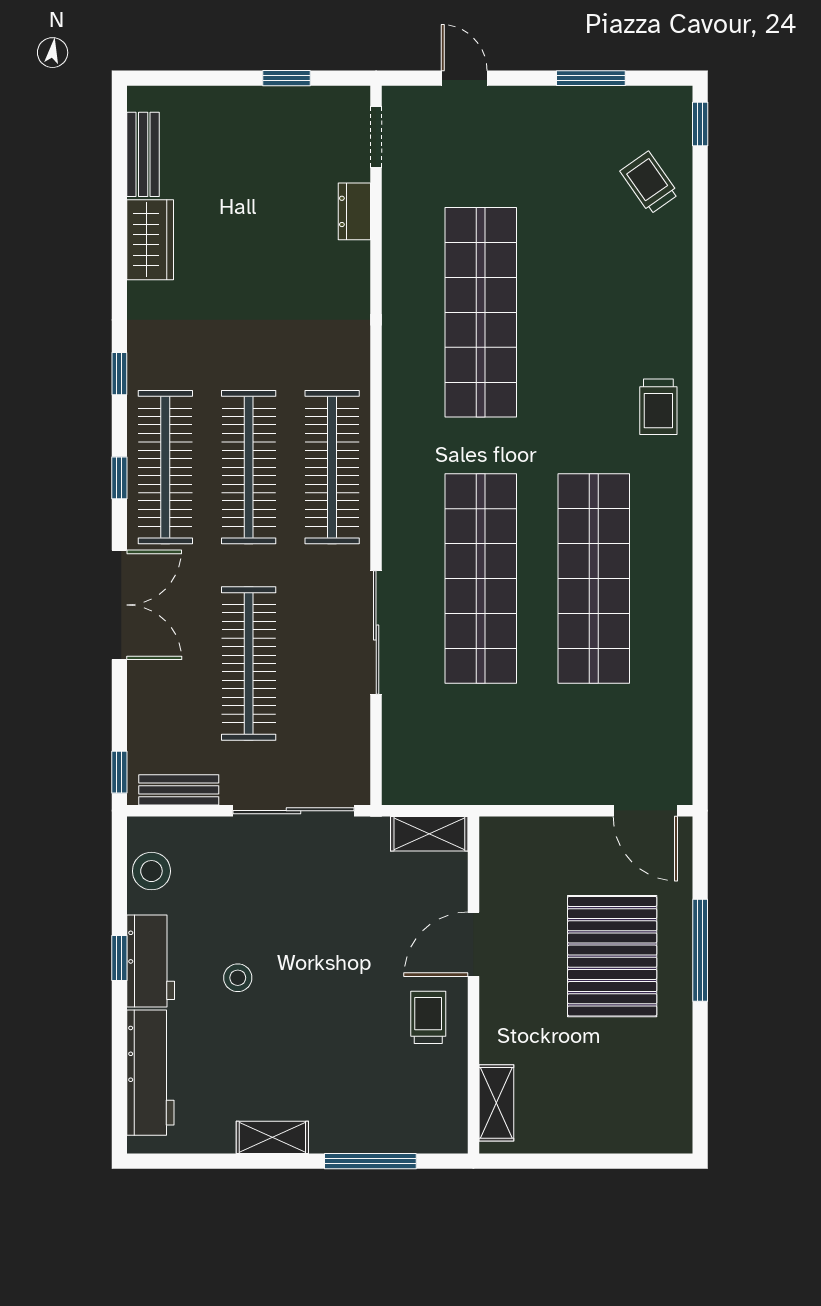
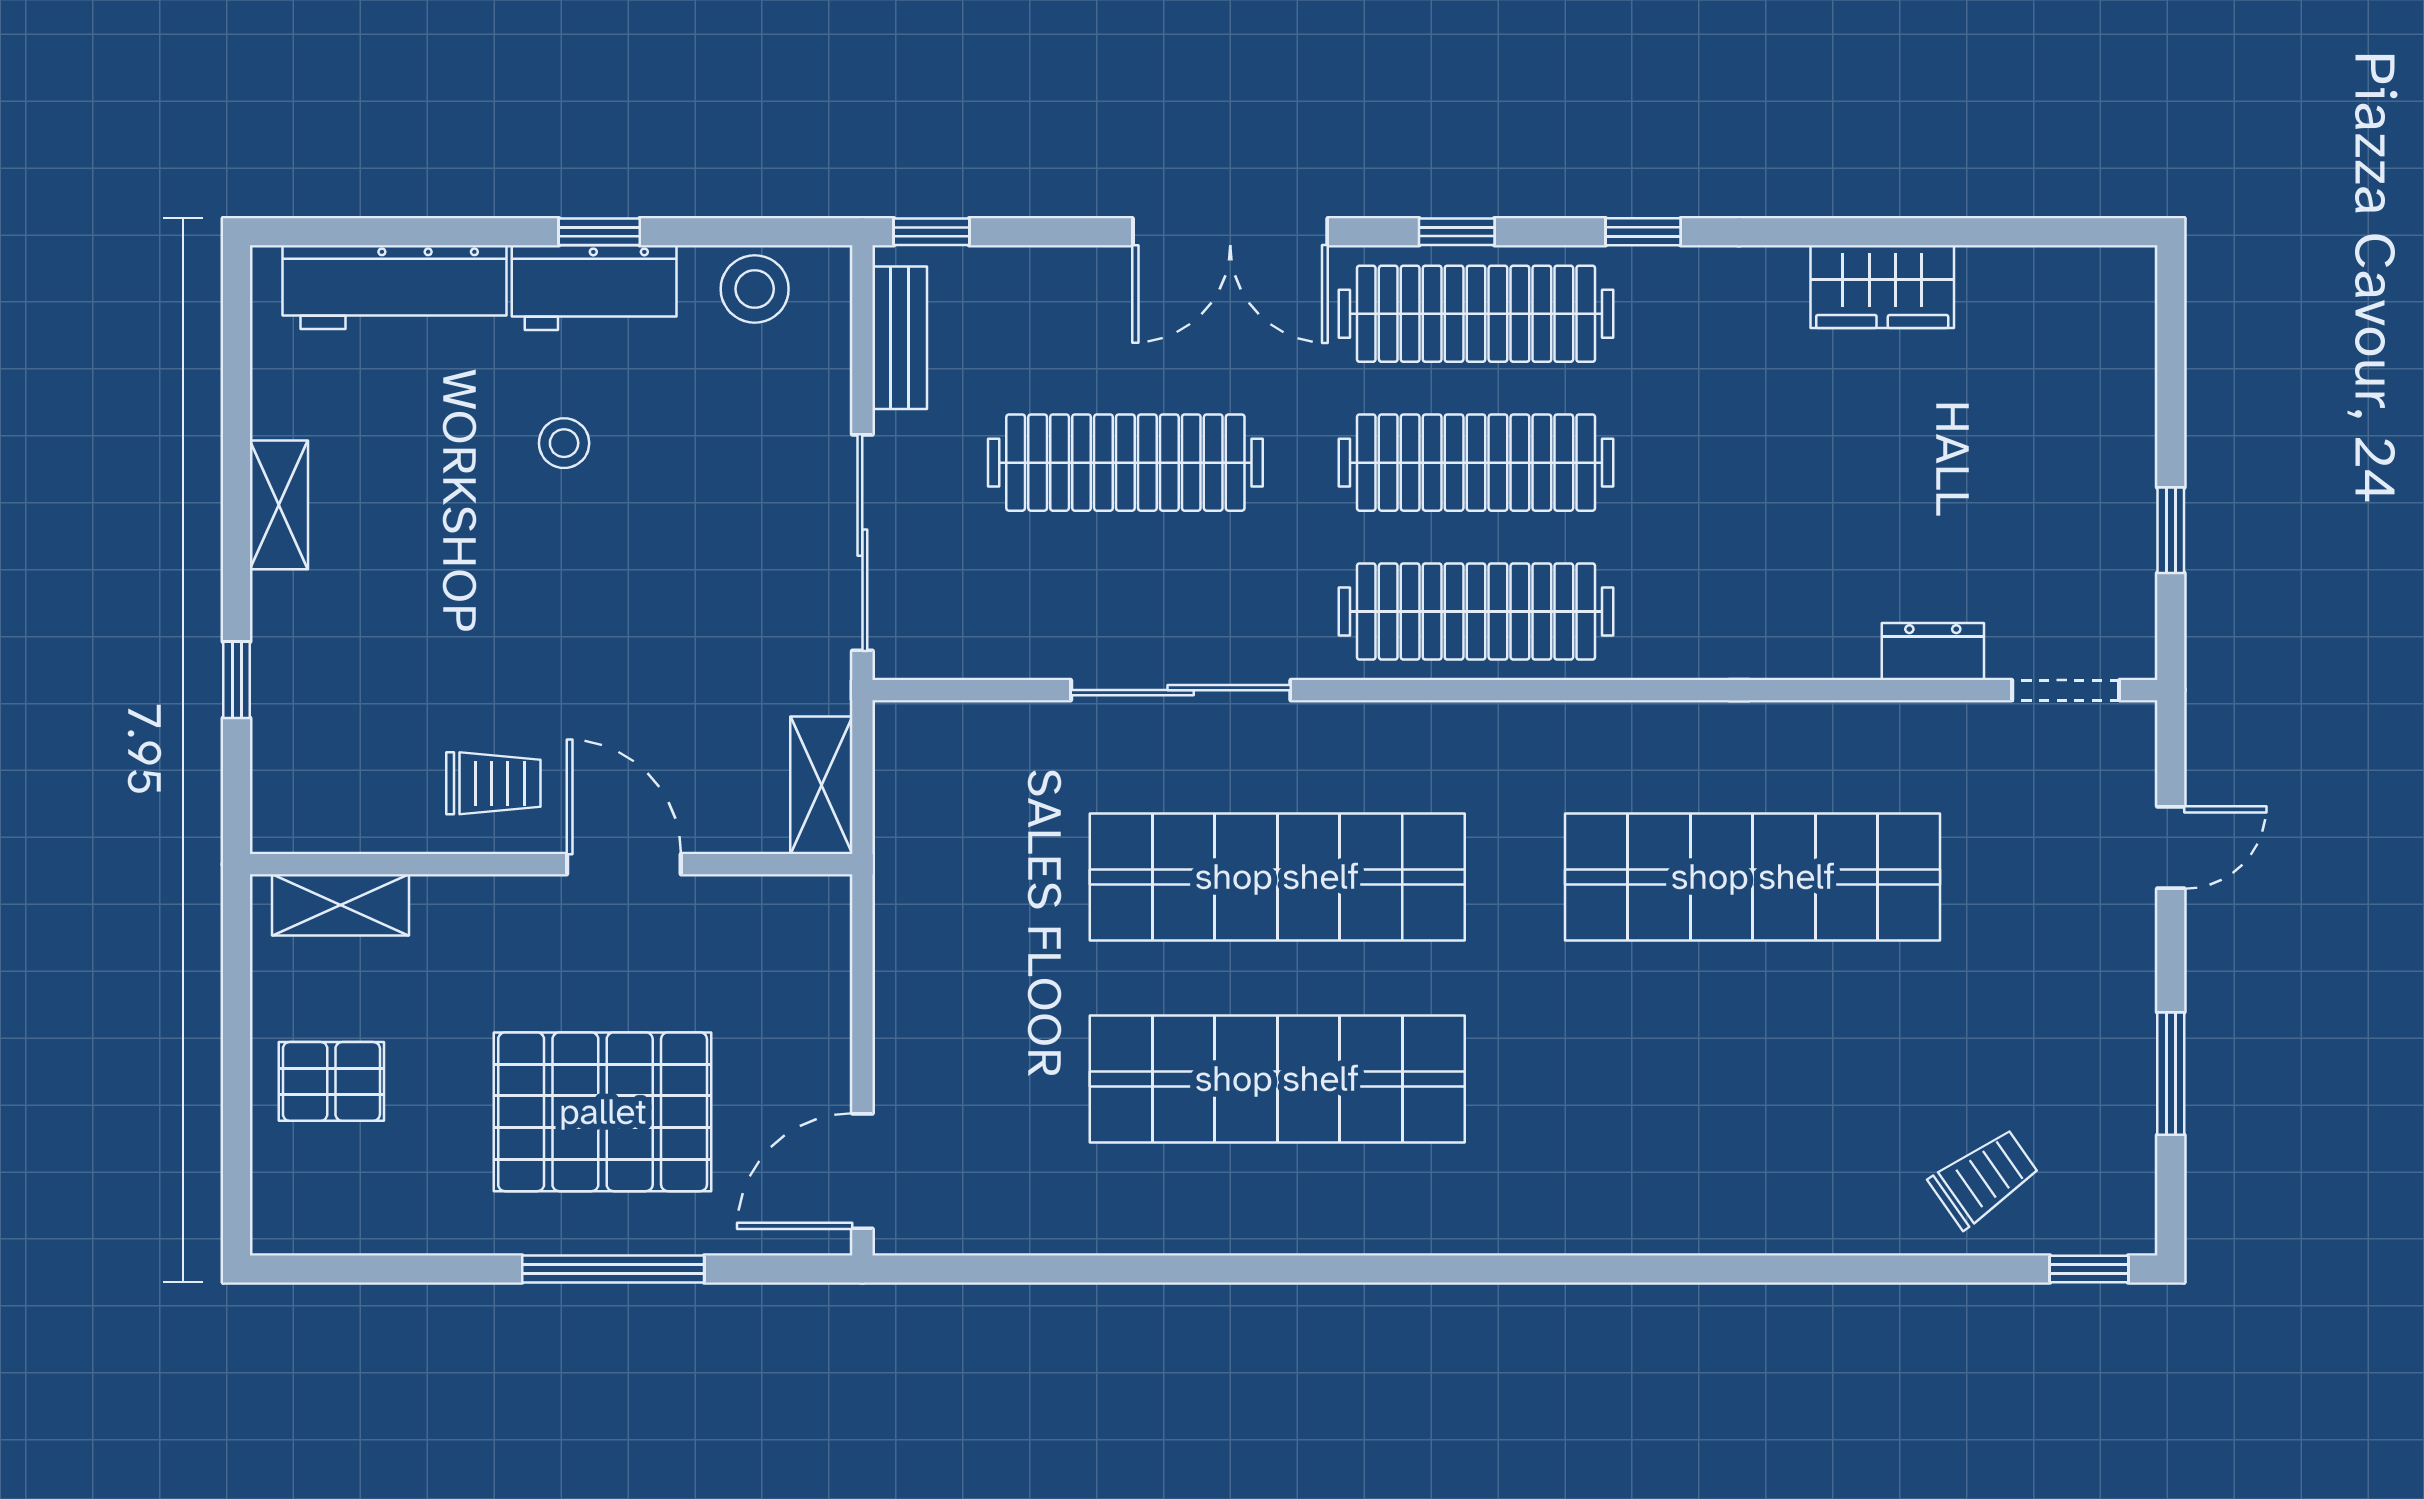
bench: (143, 154) -> (2035, 274), removed
trolley: (658, 407) -> (1584, 1194), removed
pallet: (595, 1108) -> (331, 1081), added
window: (370, 1161) -> (237, 680), width x0.46

